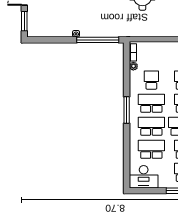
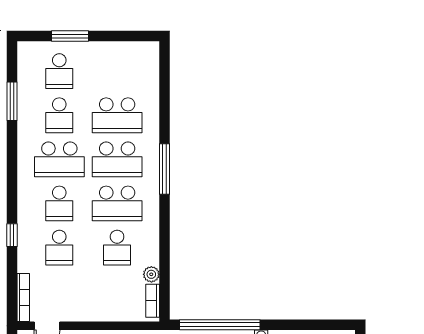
window: (127, 110) -> (164, 169), moved
desk: (144, 177) -> (132, 63), removed

